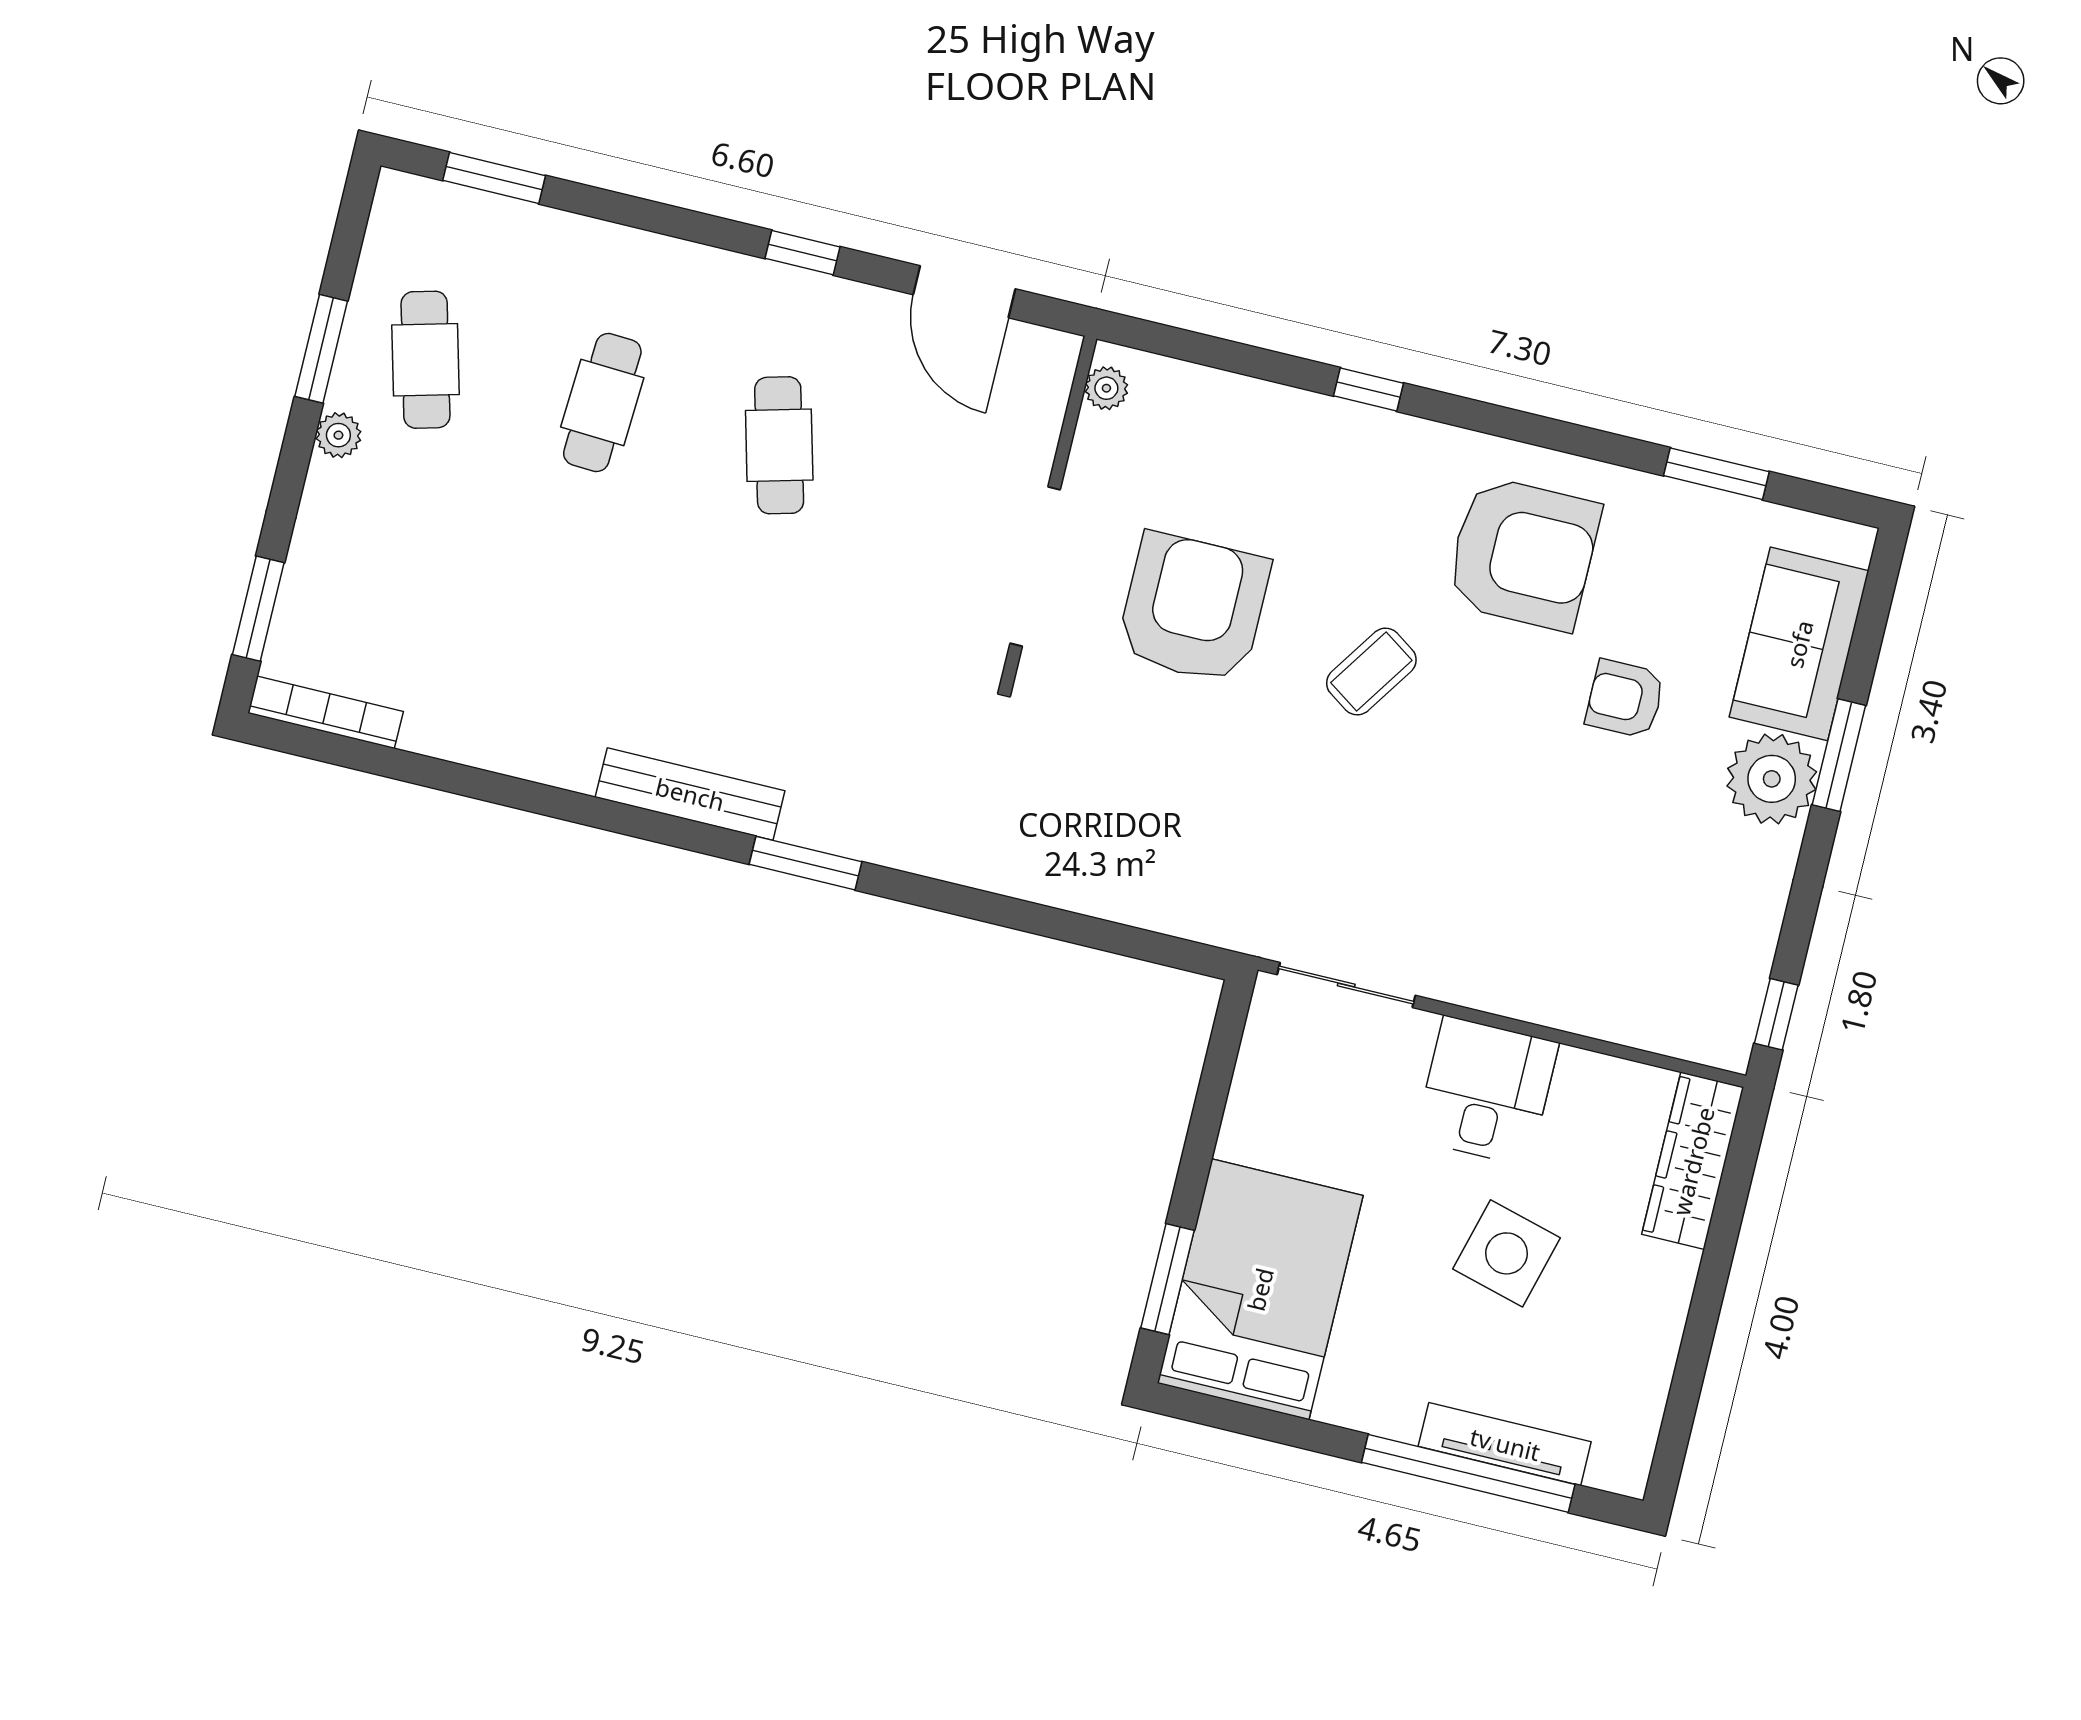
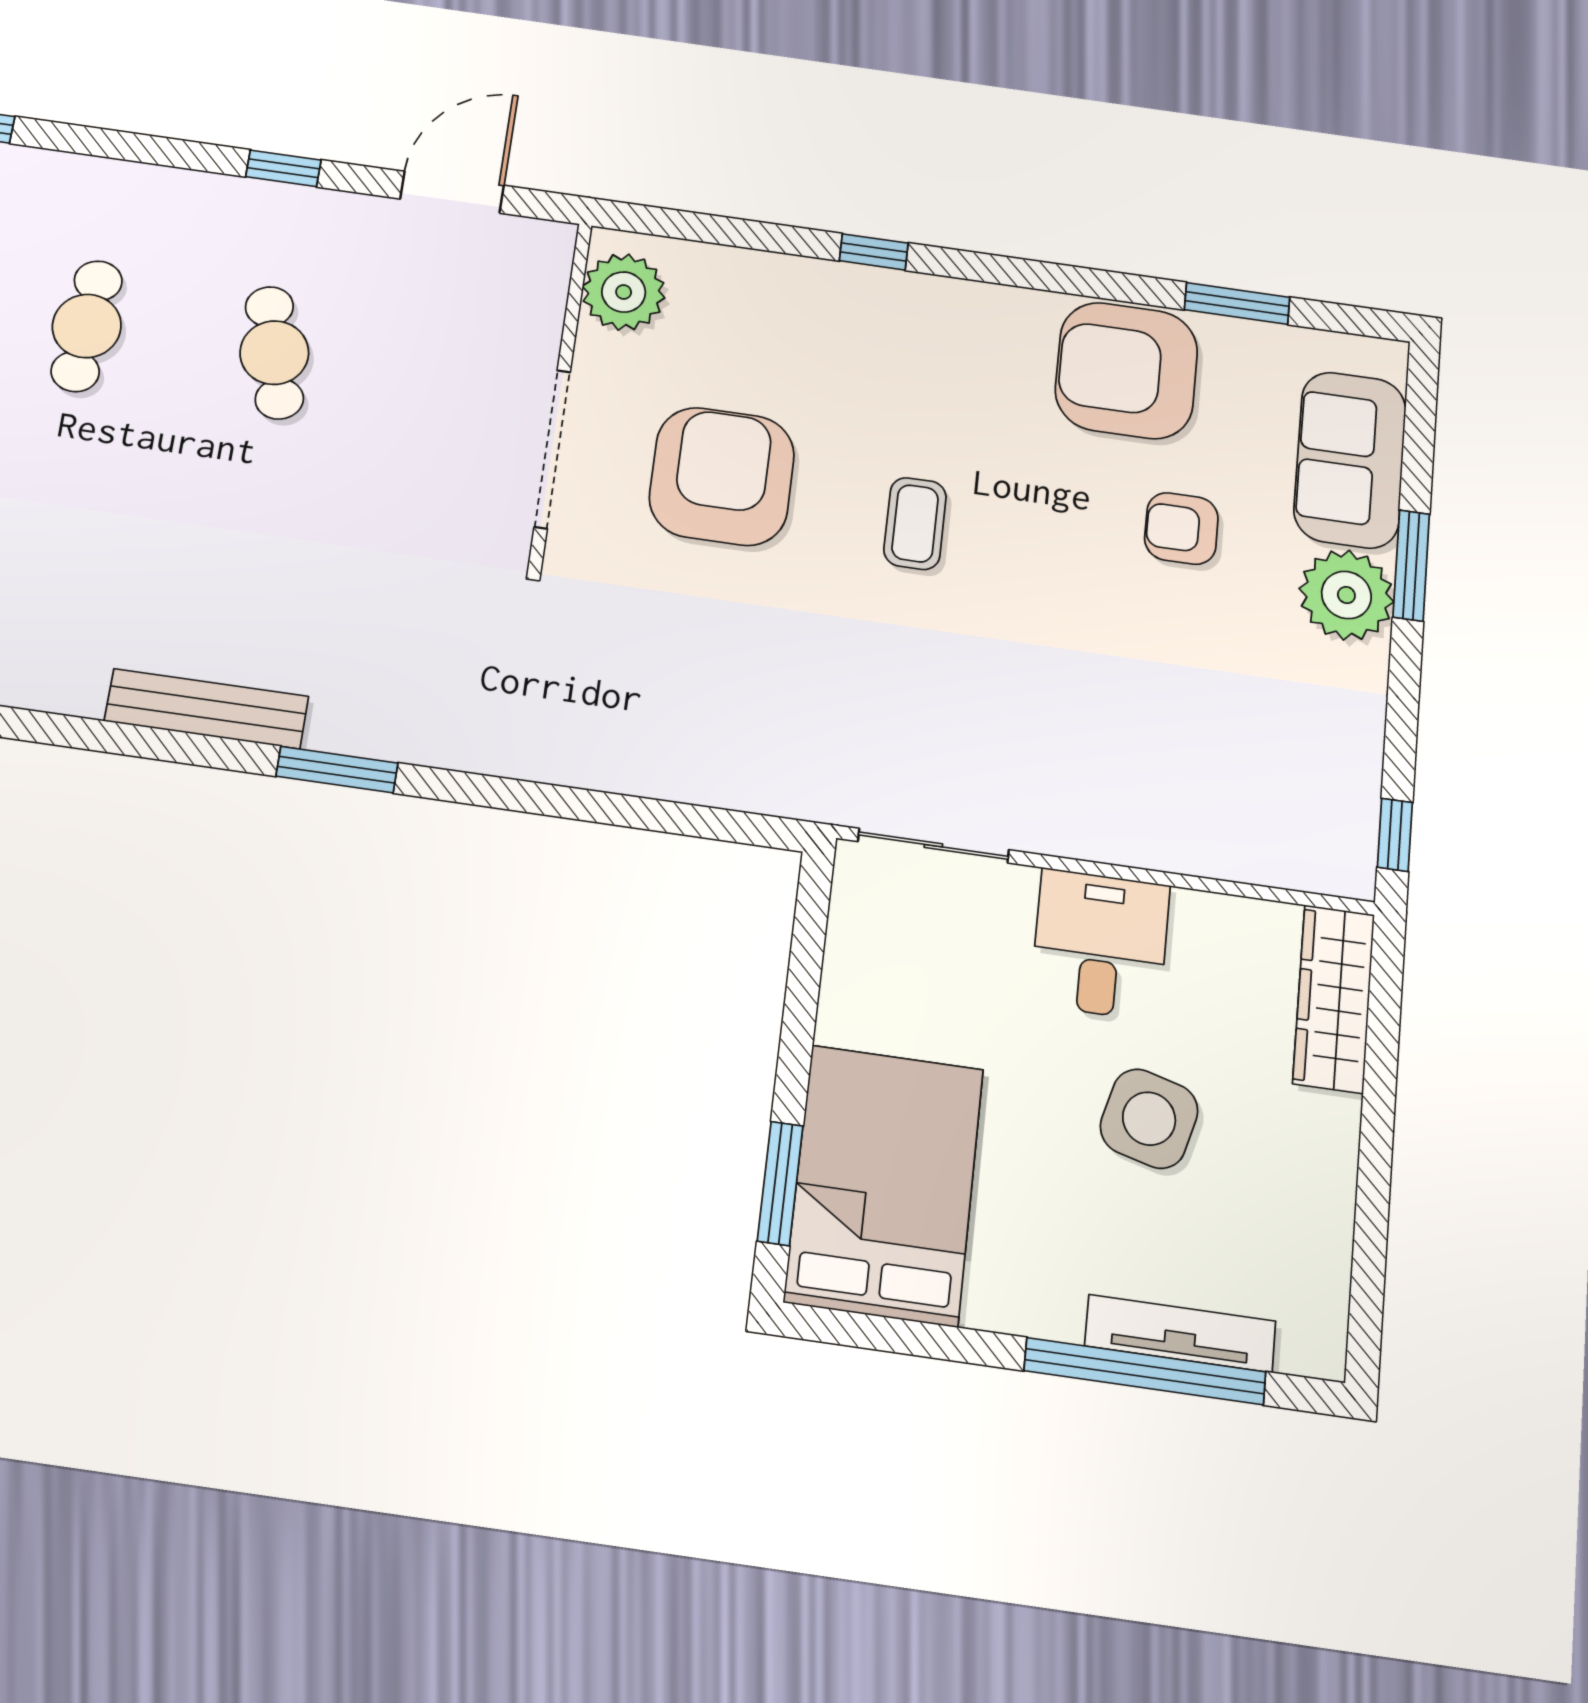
door: (964, 292) -> (452, 192), swing flipped
plant: (1106, 388) -> (624, 292), width x1.88, depth x1.88
armchair: (1523, 553) -> (1126, 371), moved, turned 180
coffee table: (1371, 672) -> (915, 523), turned -34

